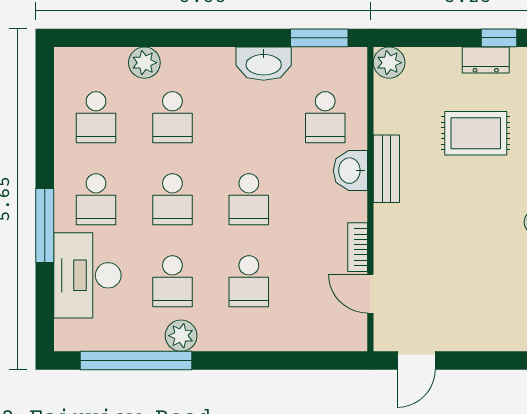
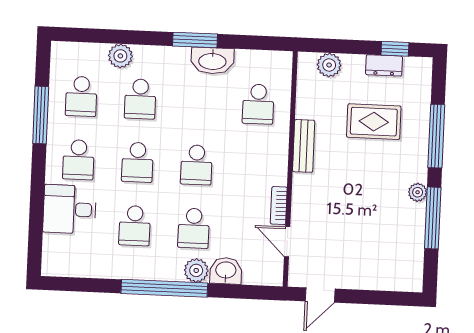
window: (319, 38) -> (195, 40), moved
plant: (389, 63) -> (329, 65), moved
washbasin: (350, 171) -> (226, 271), moved, turned 90
window: (45, 226) -> (41, 115), moved
desk: (87, 275) -> (70, 209), width x0.73
plant: (181, 336) -> (196, 270), moved
window: (136, 361) -> (164, 288), moved

